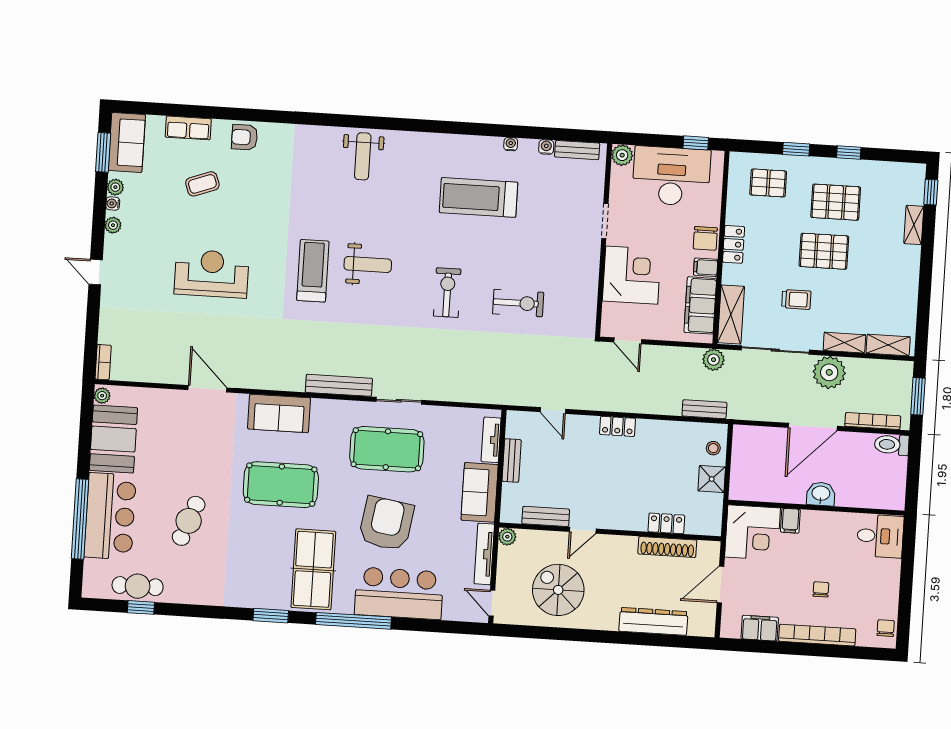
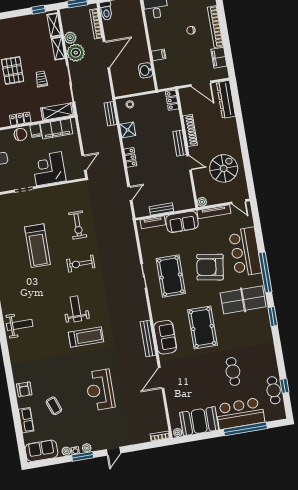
window: (103, 152) -> (83, 456), moved
treadmill: (479, 197) -> (37, 246), moved
treadmill: (313, 271) -> (86, 337), turned 180
exercise bike: (518, 303) -> (78, 225), turned 180
window: (923, 323) -> (38, 10), added
plant: (714, 360) -> (70, 38), moved
bench: (339, 385) -> (148, 339), moved
door: (813, 427) -> (106, 55), hinge flipped
shower: (712, 479) -> (128, 130), moved
washbasin: (821, 494) -> (145, 70), moved
bench: (546, 516) -> (180, 143), moved
cafe table: (189, 521) -> (233, 372), turned 68
locker: (666, 523) -> (172, 100), moved
corner desk: (753, 532) -> (169, 73), removed
shoe rack: (667, 547) -> (190, 130), moved
spiral stairs: (558, 590) -> (224, 168), turned 180
door: (492, 603) -> (239, 202), hinge flipped
dresser: (653, 621) -> (226, 99), moved

